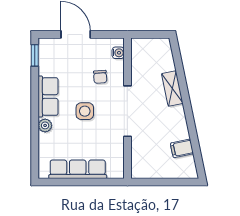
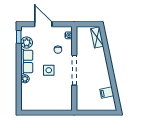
plant: (48, 65) -> (27, 43), added
shelving: (172, 88) -> (97, 37), moved
row of seats: (78, 169) -> (44, 105), removed

